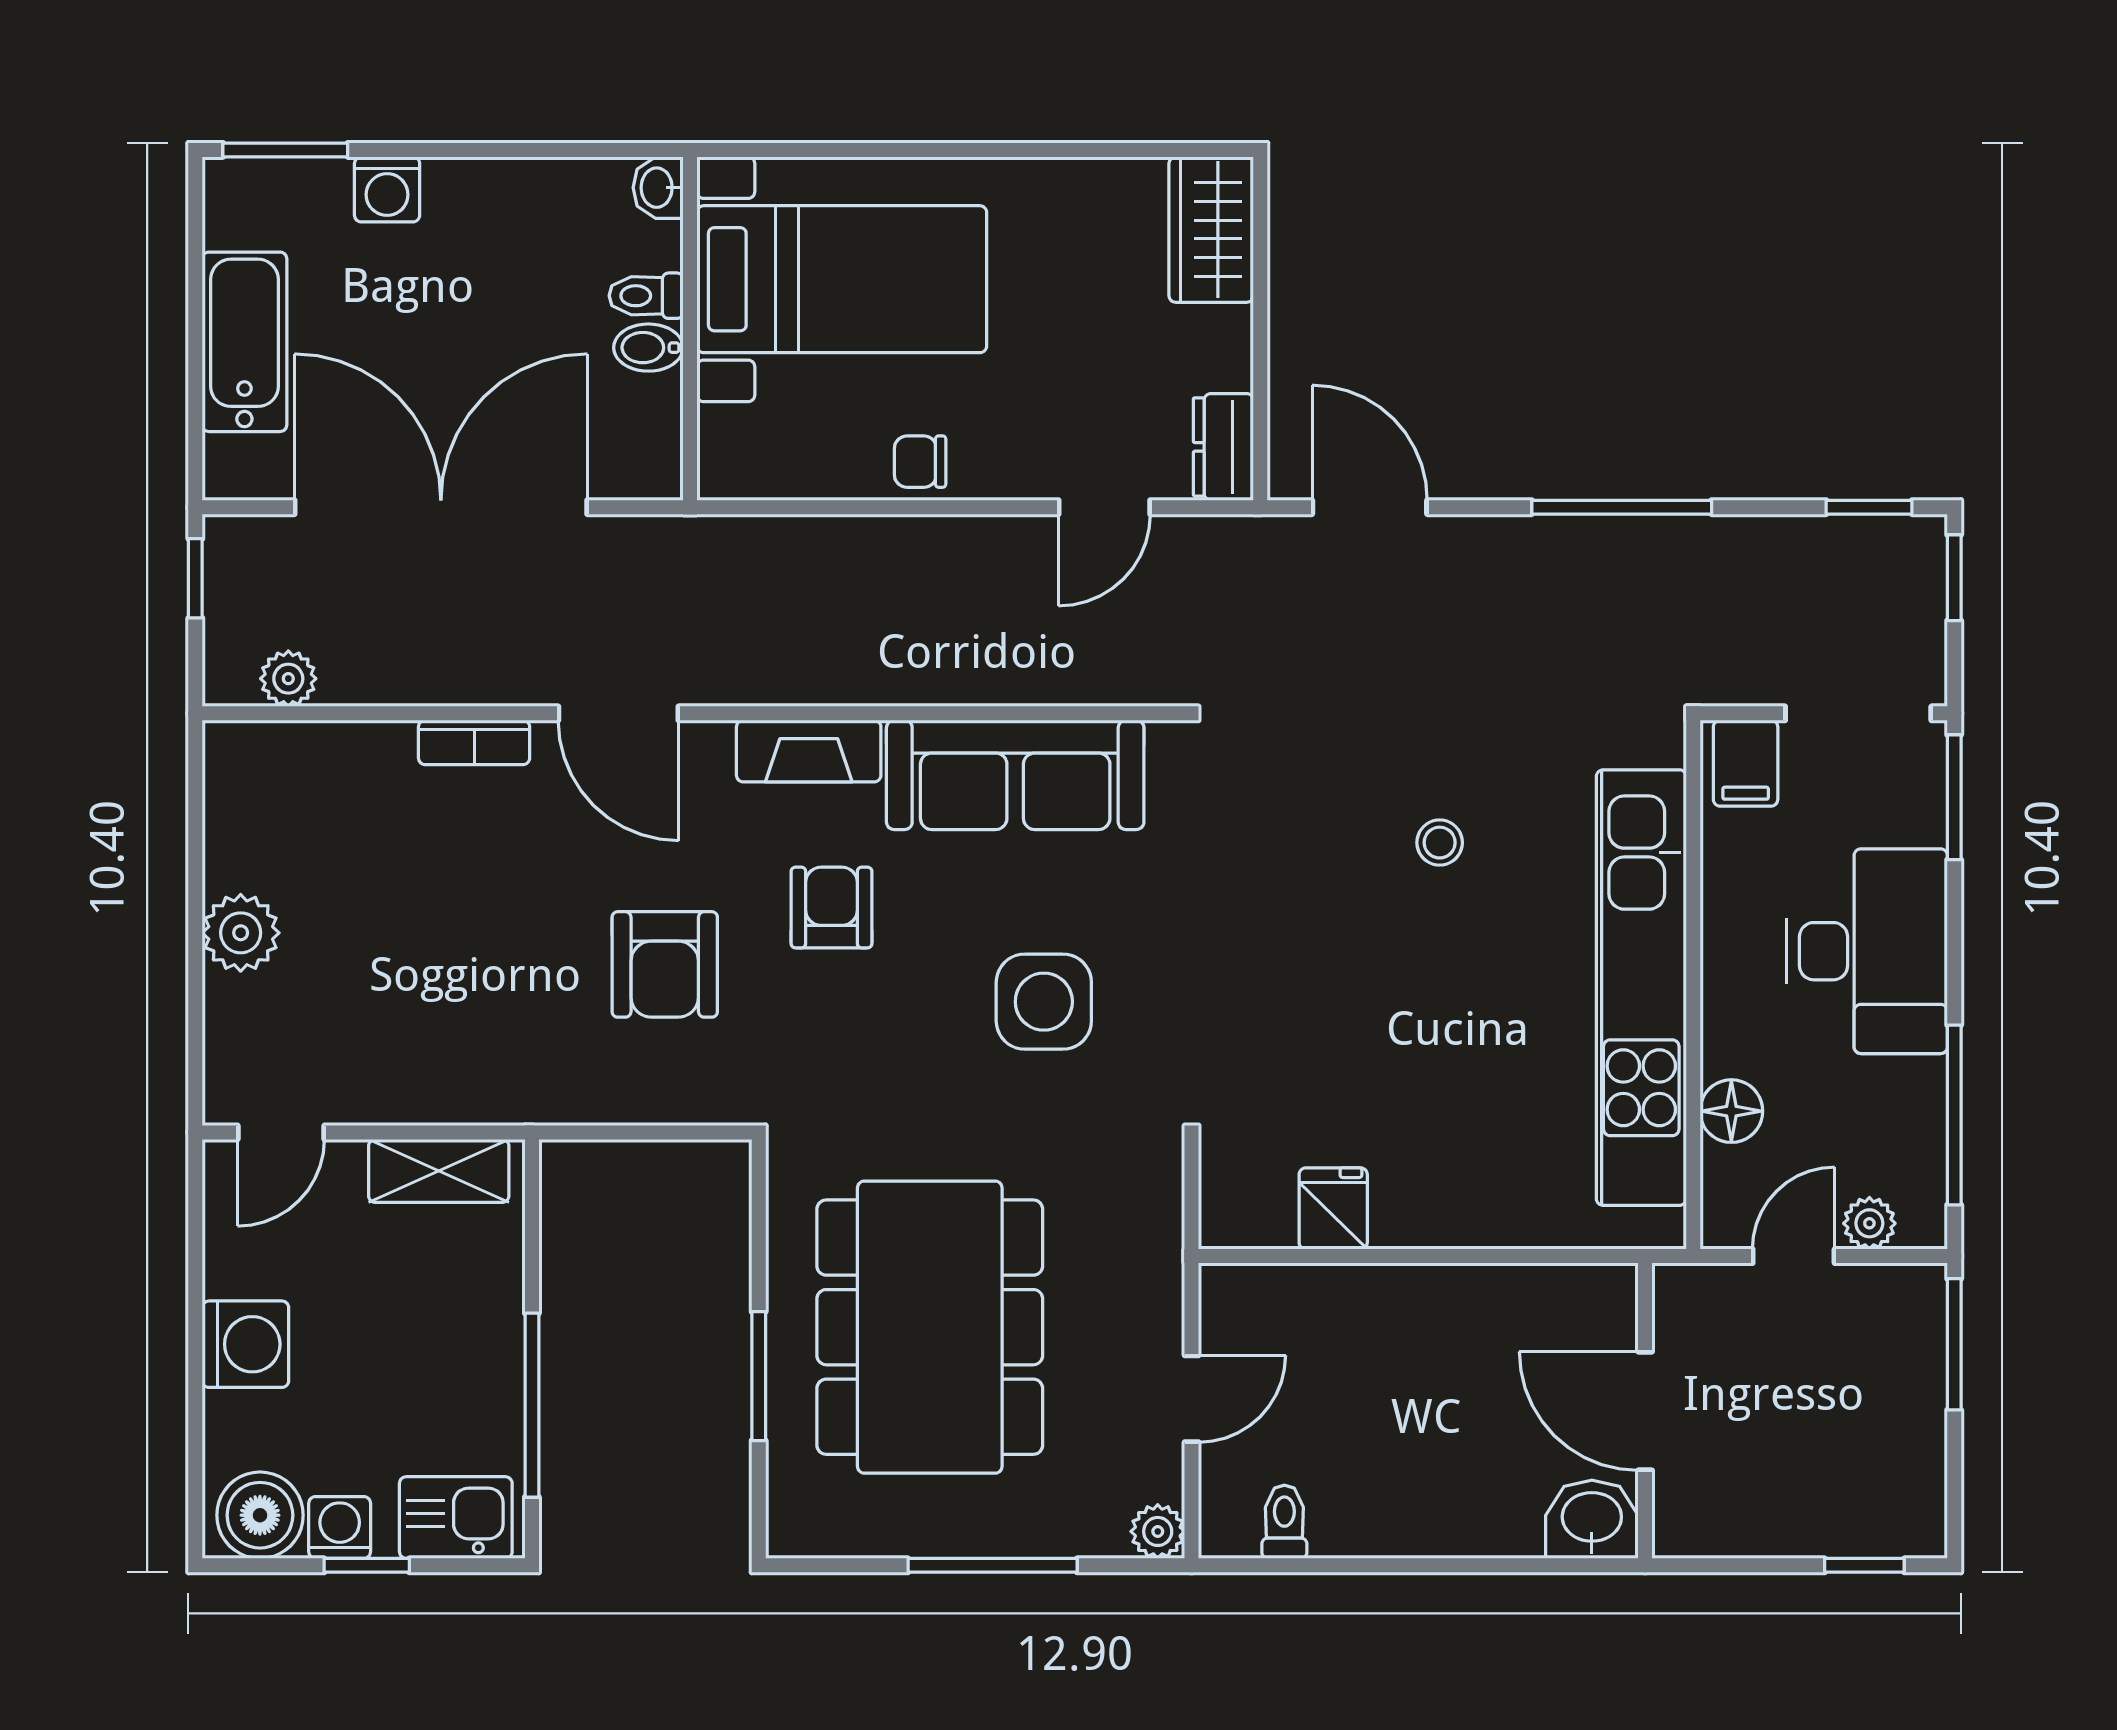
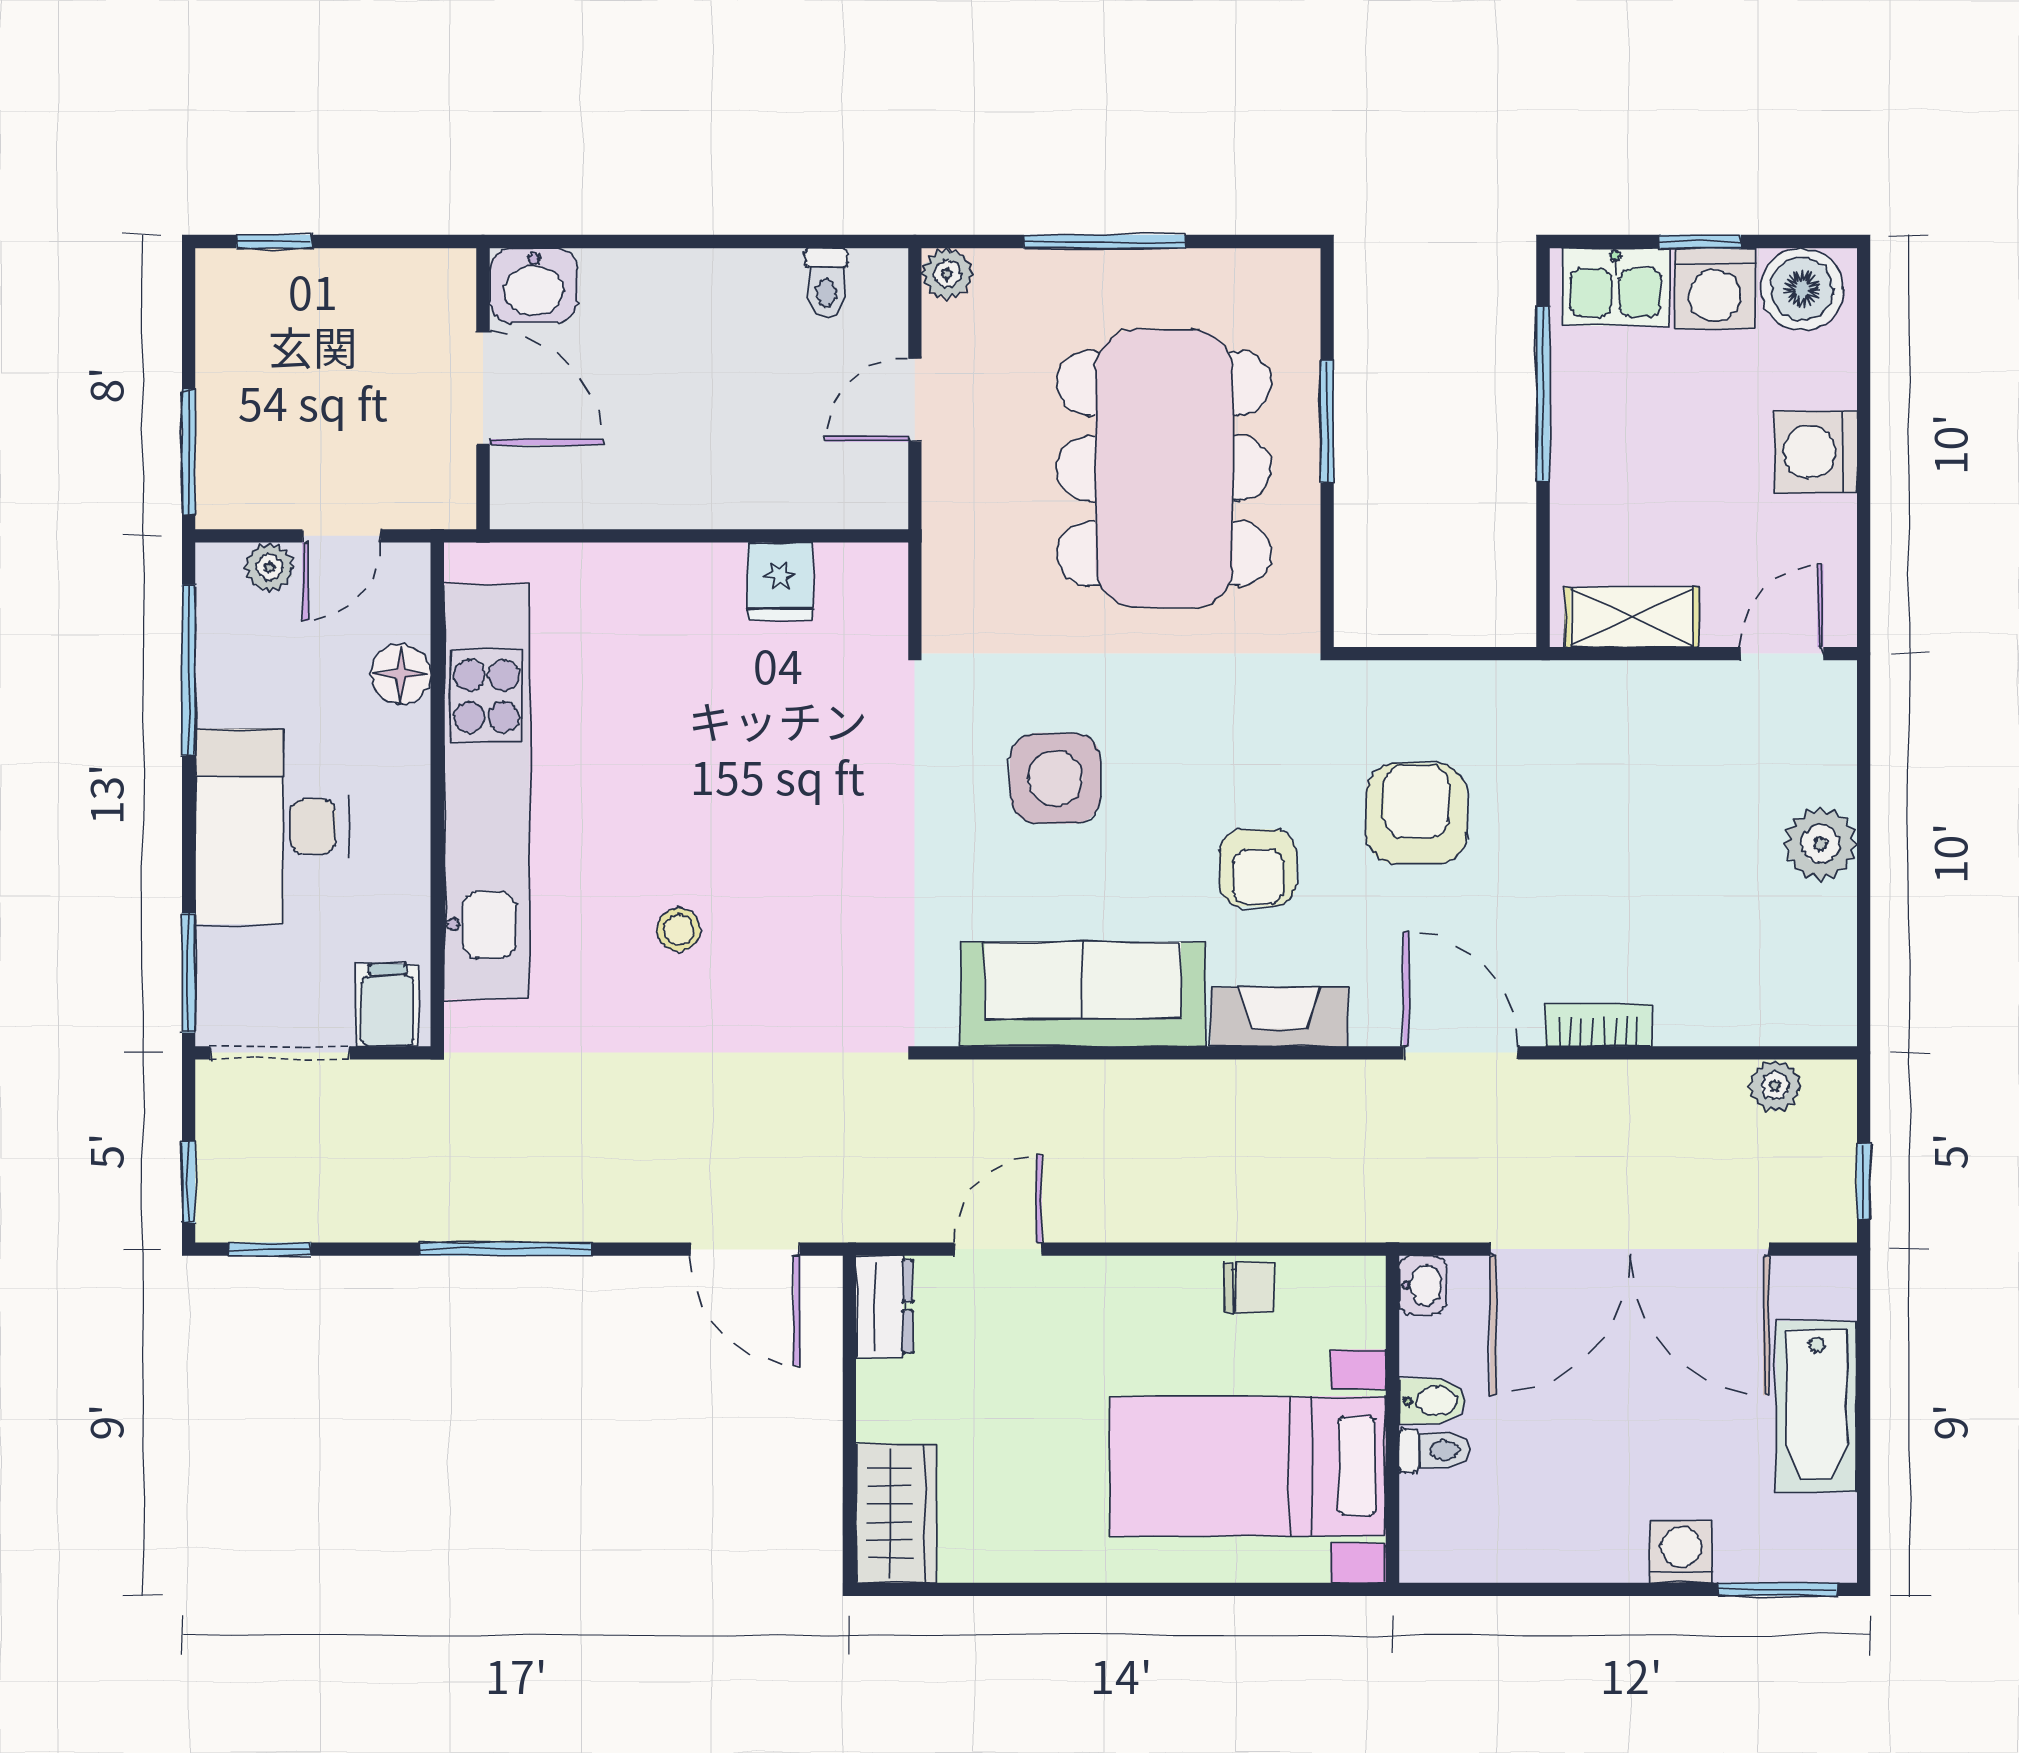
washbasin: (658, 188) -> (1423, 1285), moved
chair: (920, 462) -> (1249, 1288), moved
washing machine: (340, 1528) -> (1715, 289), width x1.38, depth x1.38

